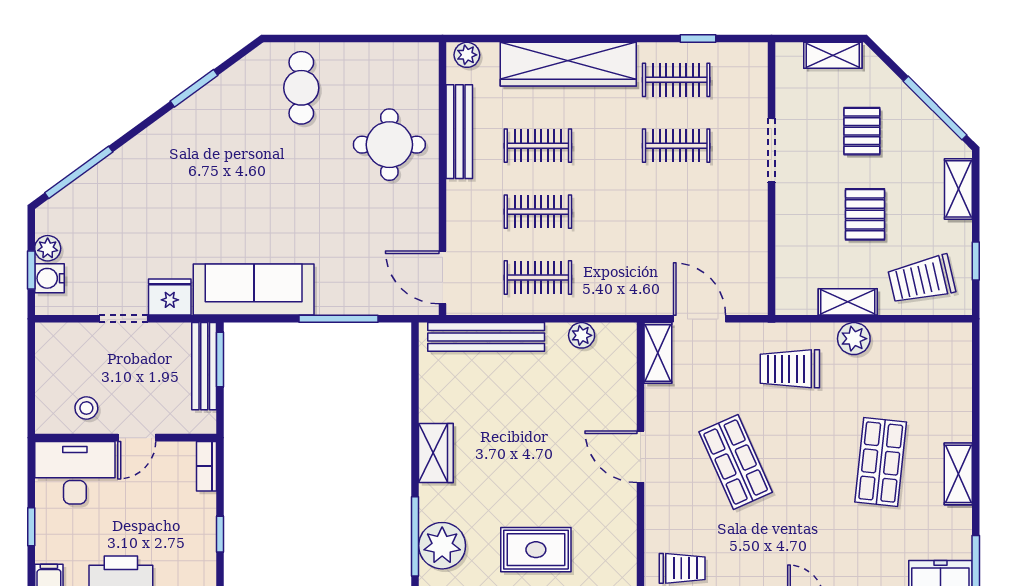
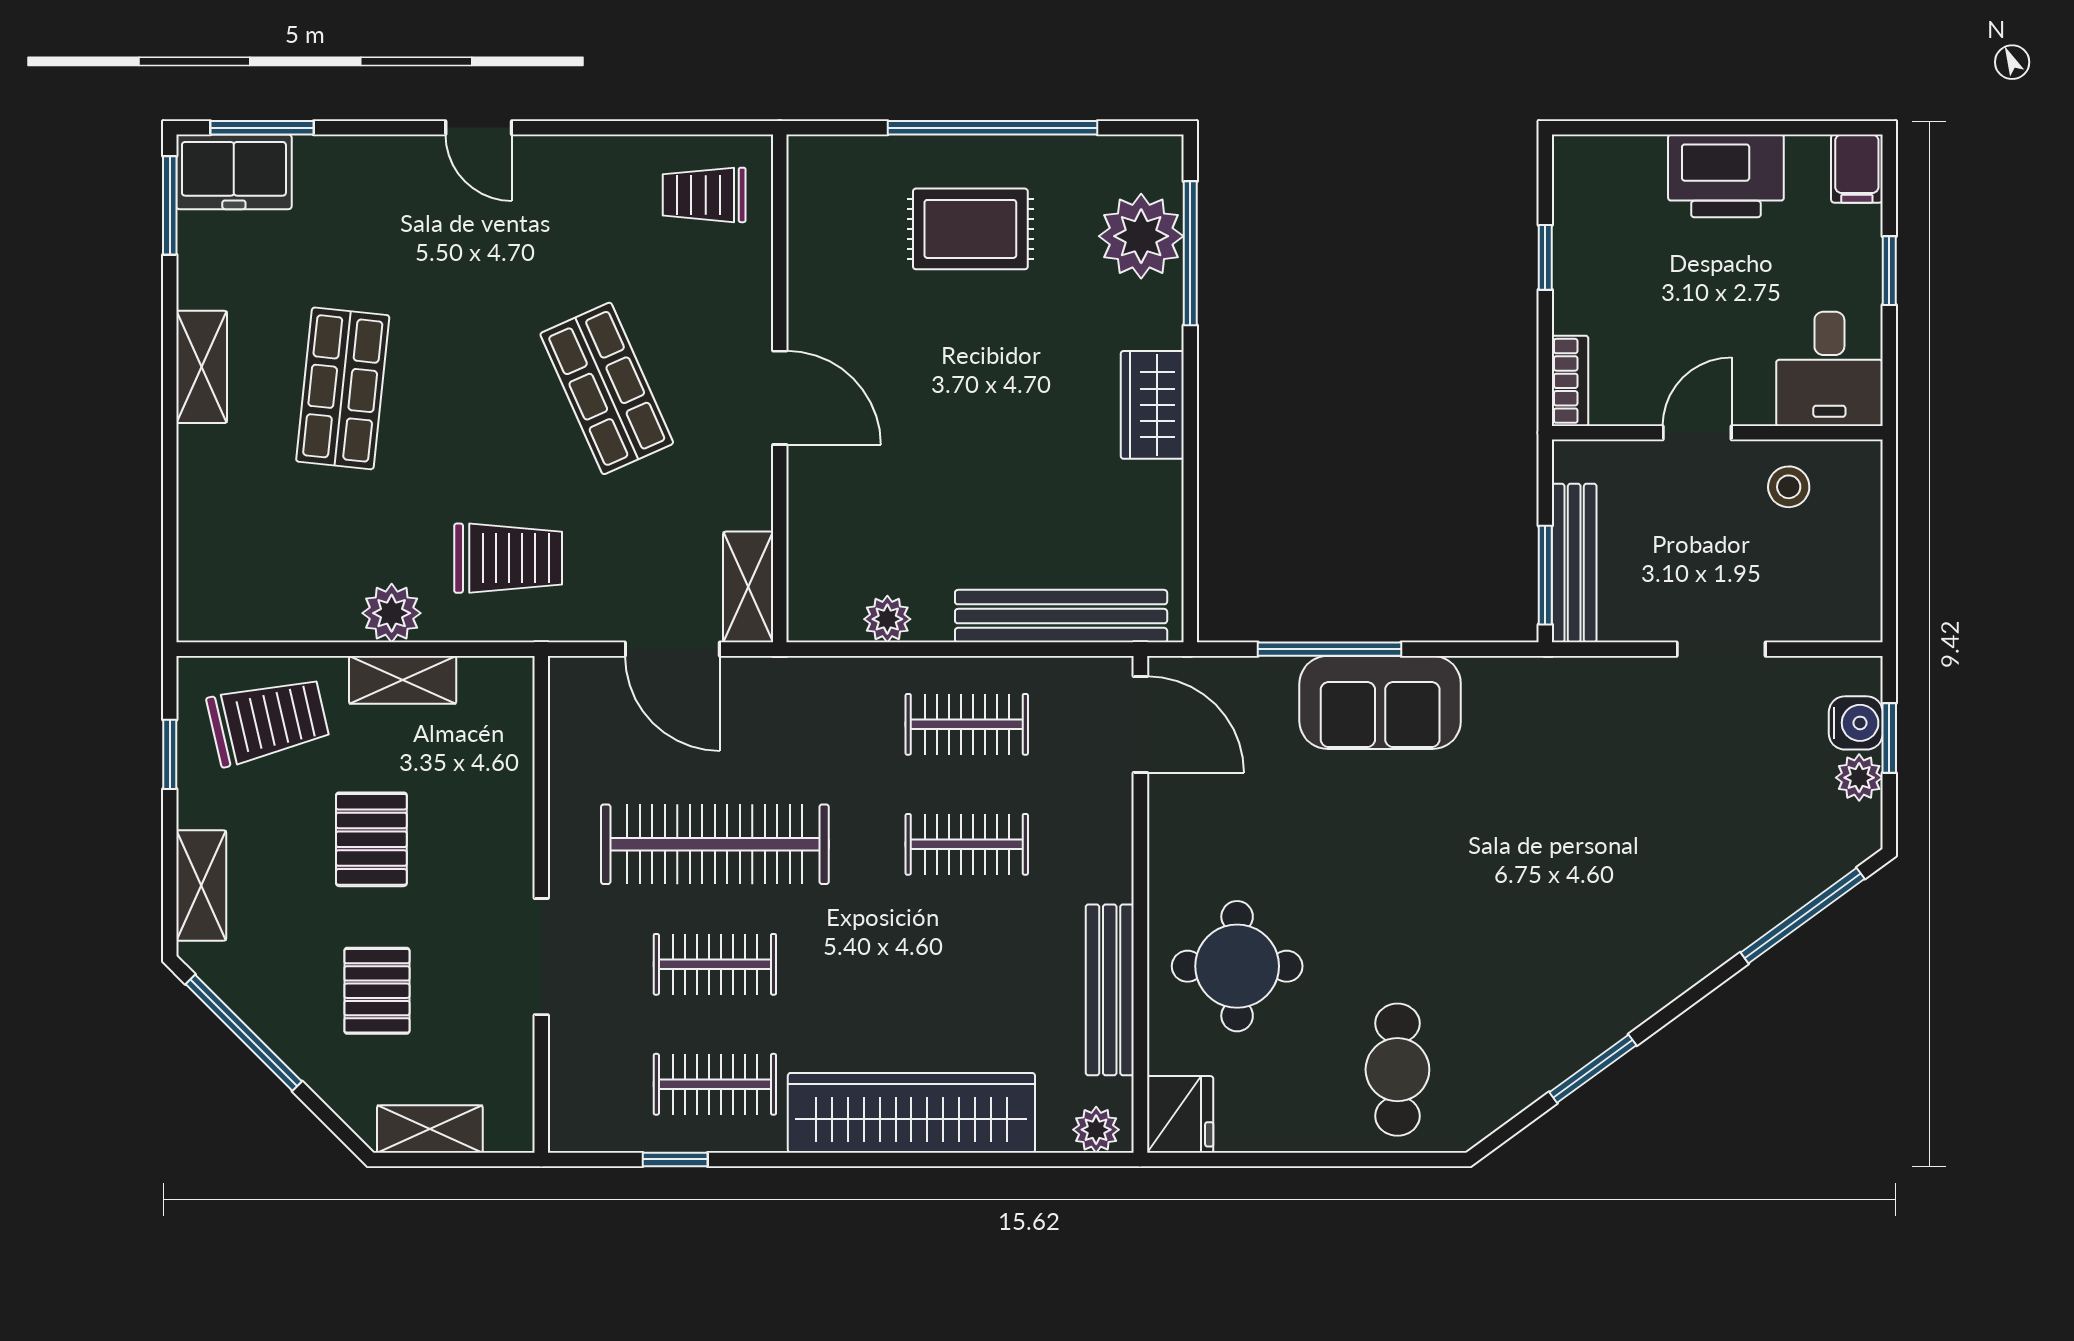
clothes rail: (538, 146) -> (715, 844), moved, width x1.86, depth x1.31
sofa: (254, 290) -> (1380, 702), moved, width x0.73
fridge: (170, 297) -> (1180, 1114), moved, turned -90
desk: (75, 473) -> (1829, 369), width x0.73

